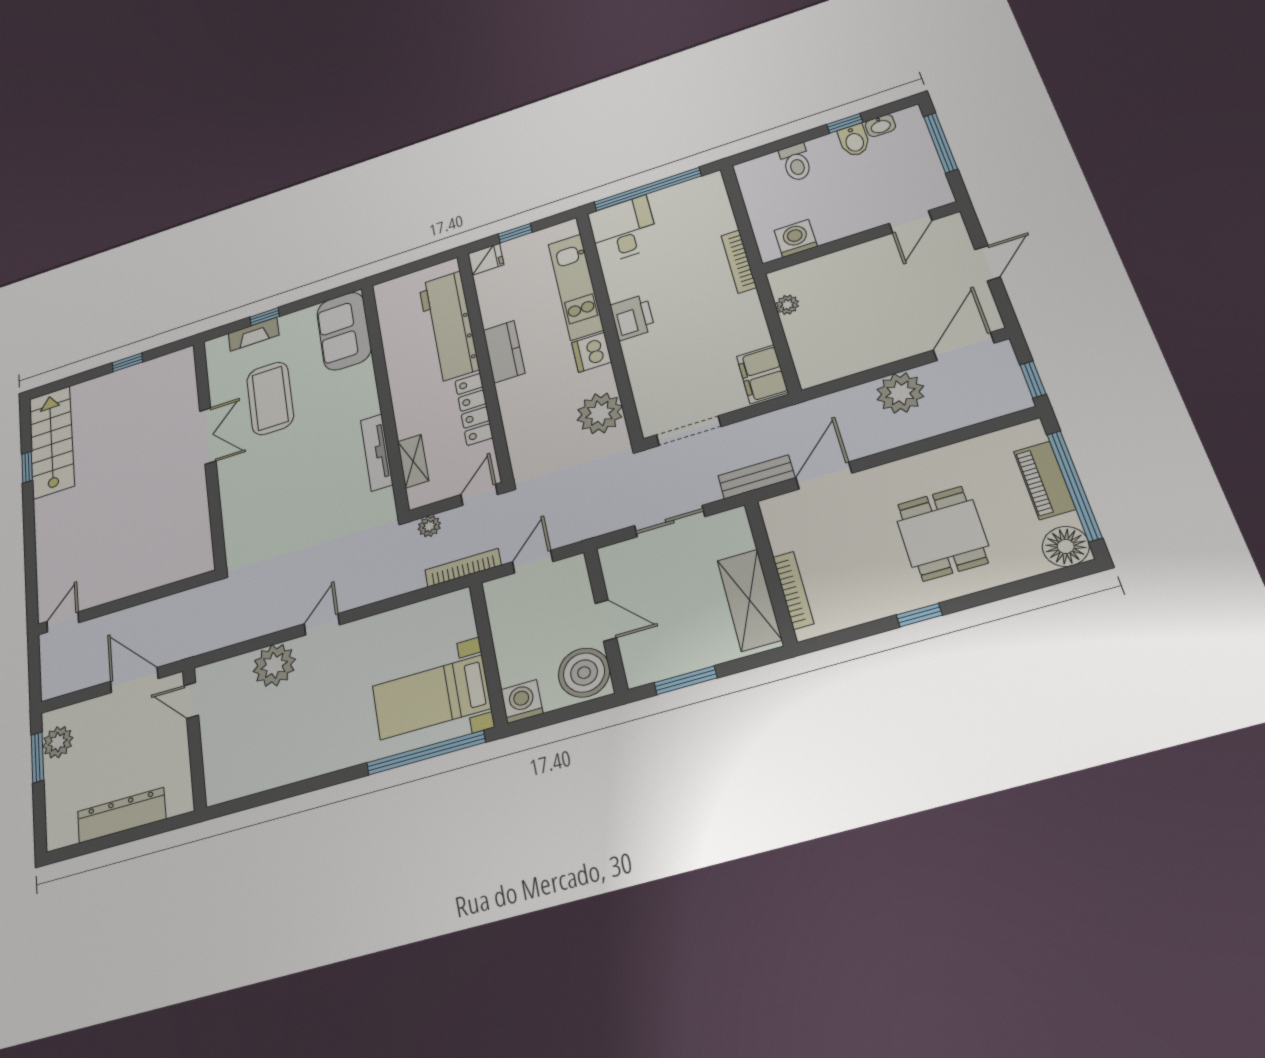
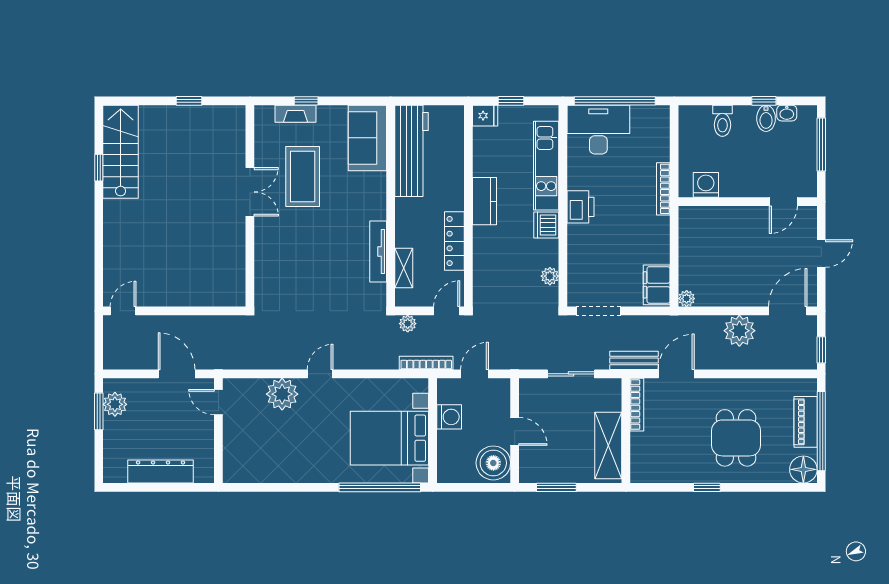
desk: (623, 230) -> (598, 130), width x1.37
plant: (787, 305) -> (687, 299), moved
workbench: (449, 326) -> (412, 151), moved, turned 180
plant: (600, 413) -> (550, 276), width x0.53, depth x0.53
bookcase: (793, 590) -> (637, 405), moved
bed with nightstands: (431, 697) -> (389, 438), width x1.36
washing machine: (522, 702) -> (449, 417), moved, turned 90

